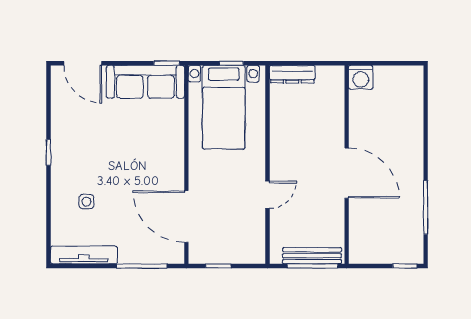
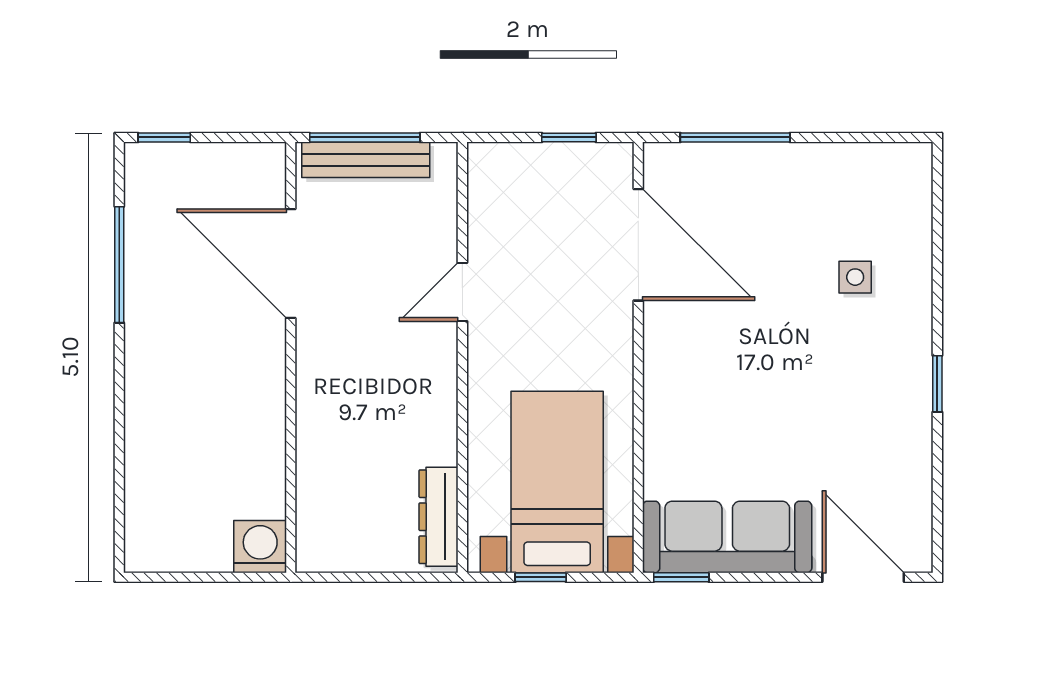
dresser: (292, 74) -> (439, 517), moved, turned -90
door: (347, 173) -> (291, 263), moved
tv unit: (84, 255) -> (861, 161), removed

